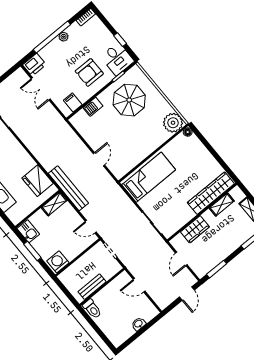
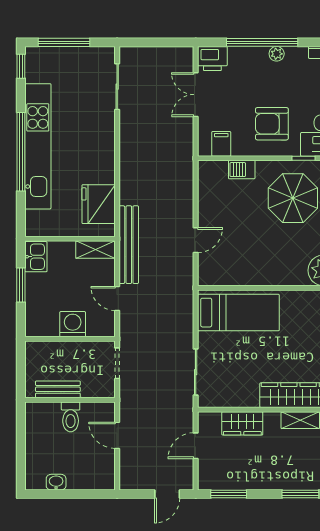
door: (91, 227) -> (117, 299), moved
washing machine: (58, 262) -> (73, 324), moved
toilet: (92, 309) -> (71, 417), moved
washbasin: (139, 324) -> (56, 482), moved

